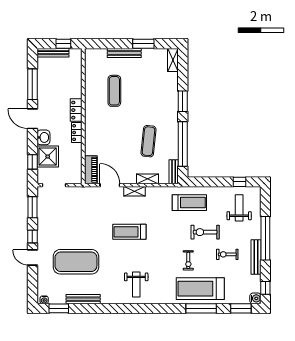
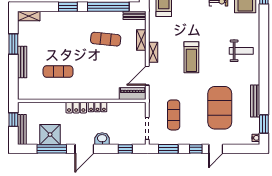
shower: (48, 156) -> (50, 135), moved
exercise mat: (68, 213) -> (174, 115), added

